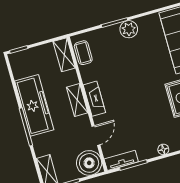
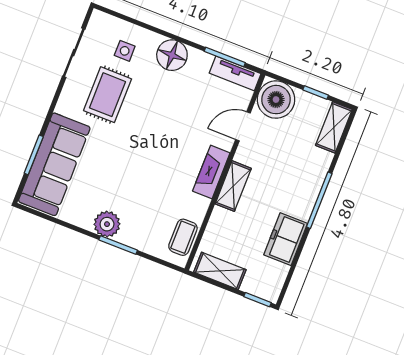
shelving: (64, 55) -> (220, 271), moved, turned 90
freezer: (34, 105) -> (286, 239), width x0.52, depth x0.79
floor lamp: (163, 149) -> (172, 55), width x1.89, depth x1.89

